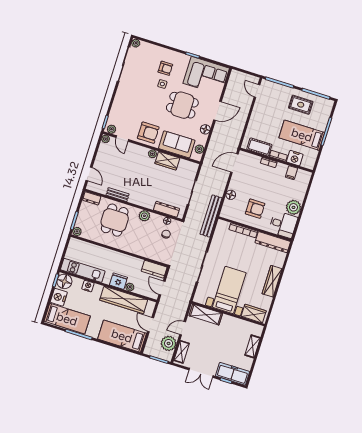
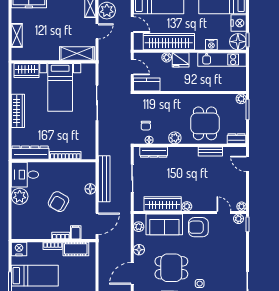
nightstand: (295, 158) -> (19, 249), moved
wardrobe: (167, 161) -> (163, 204), width x1.50
filing cabinet: (291, 173) -> (76, 232), moved
armchair: (255, 209) -> (59, 202), moved, turned -60
bench: (211, 216) -> (104, 179), moved

